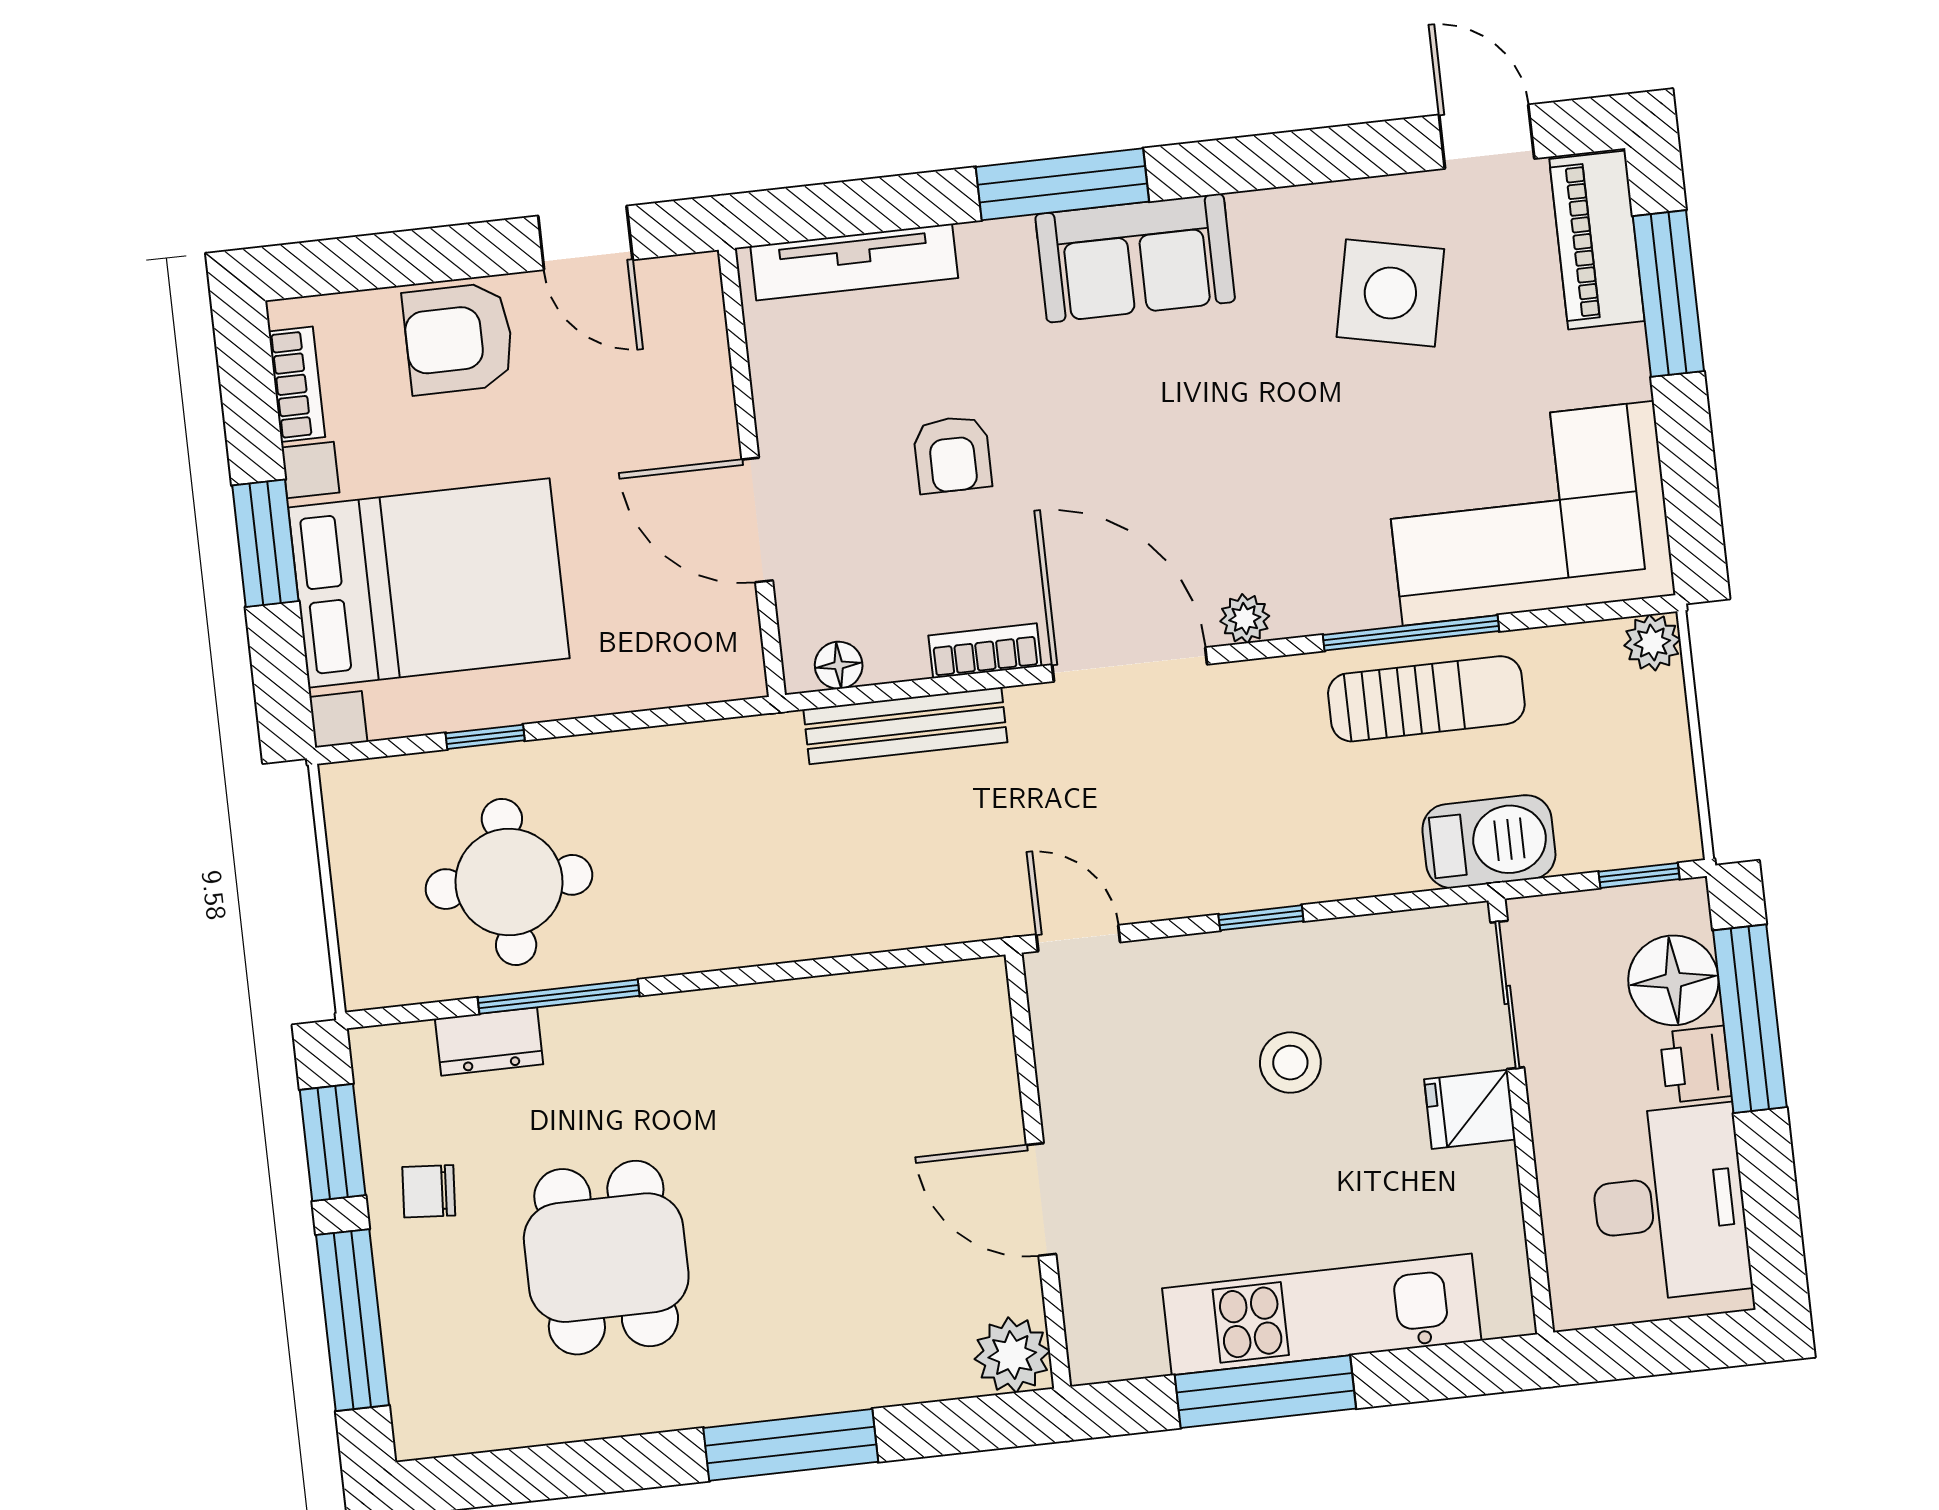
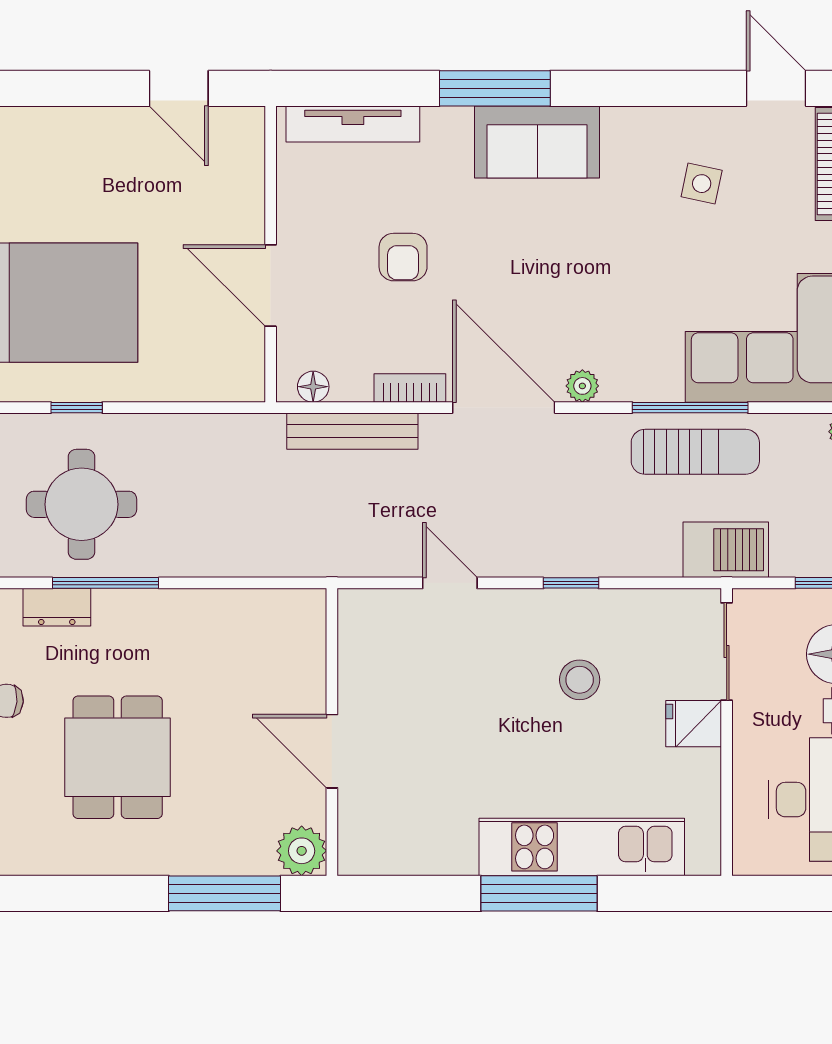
side table: (1390, 293) -> (702, 184), width x0.54, depth x0.54
armchair: (459, 339) -> (88, 145), removed
wall: (1038, 1171) -> (332, 732), moved
door: (1041, 1199) -> (332, 751), moved
plant: (1012, 1355) -> (302, 851), moved

